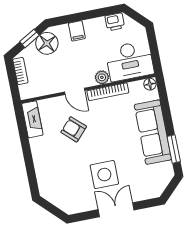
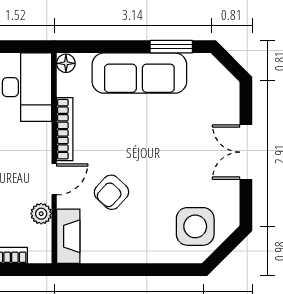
plant: (102, 77) -> (41, 214), moved
fireplace: (32, 119) -> (68, 236), moved, turned 90
side table: (104, 175) -> (195, 226), moved

